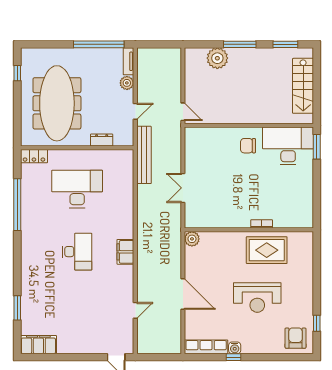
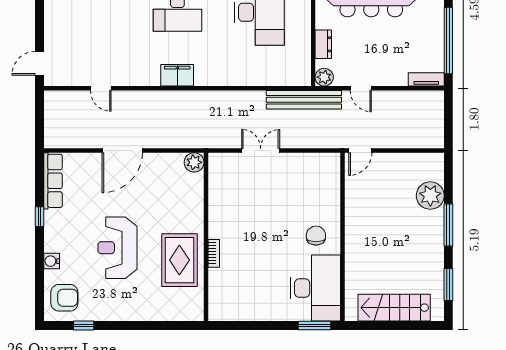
plant: (127, 83) -> (324, 77), moved
water cooler: (235, 348) -> (52, 261), moved

